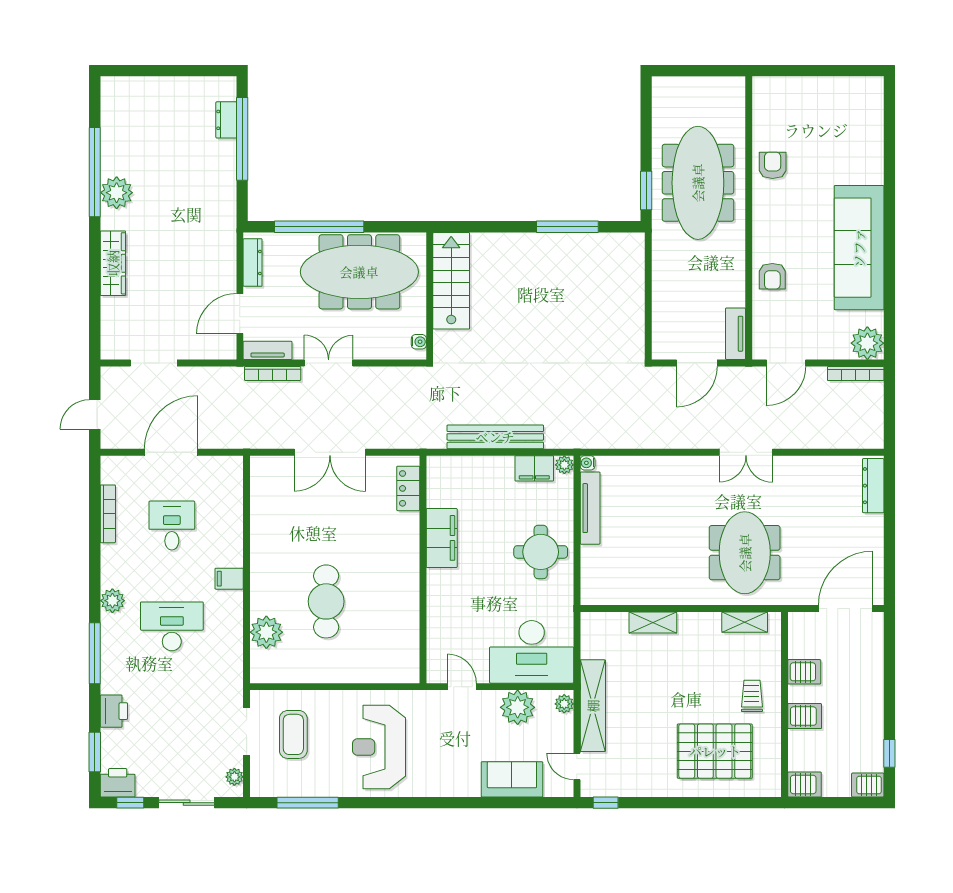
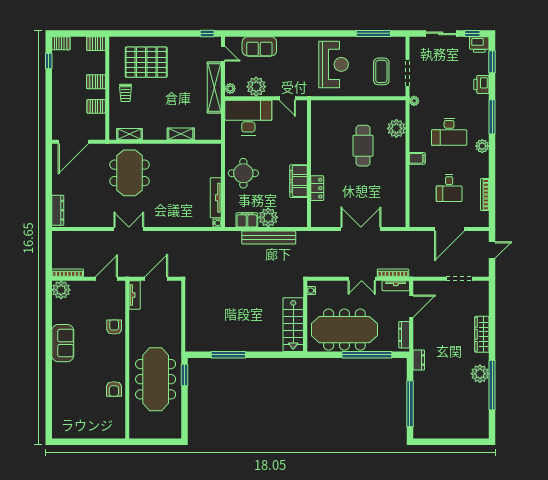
dresser: (226, 120) -> (419, 360), moved
sofa: (859, 248) -> (63, 343), width x0.54, depth x0.79
plant: (564, 465) -> (268, 217), moved, width x1.88, depth x1.88
locker: (408, 488) -> (317, 188), moved
plant: (234, 777) -> (414, 101), moved

